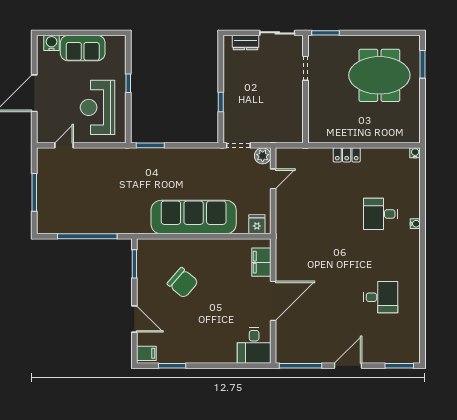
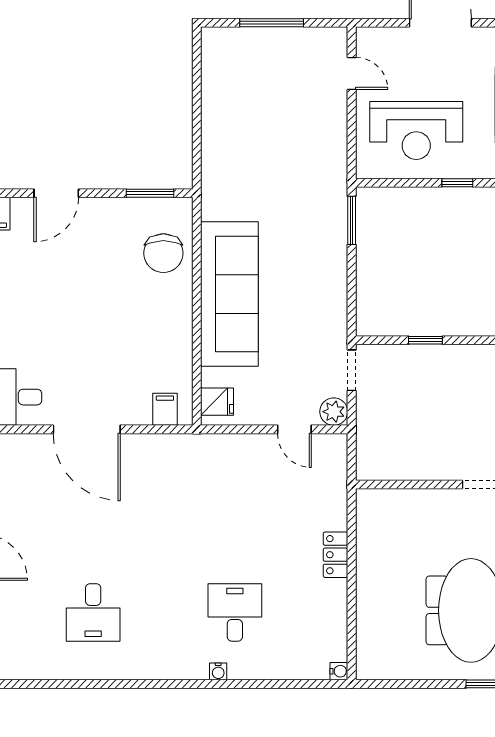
reception desk: (98, 107) -> (416, 130), turned 180
window: (87, 236) -> (197, 113), removed
filing cabinet: (261, 262) -> (165, 409), width x0.50
chair: (183, 283) -> (163, 253), moved, turned -41

